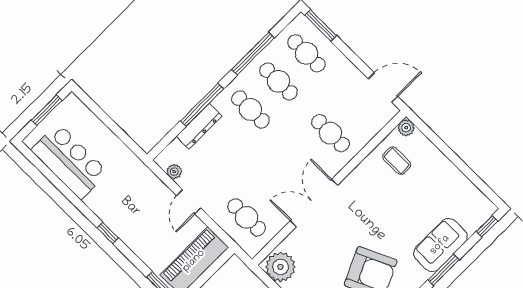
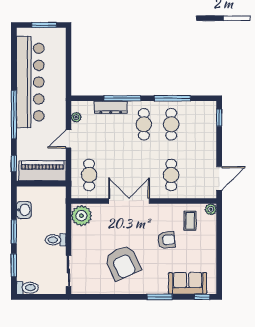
window: (321, 25) -> (219, 118), width x0.67
cafe table: (306, 53) -> (199, 124), removed
door: (383, 88) -> (219, 178), hinge flipped
bar counter: (69, 161) -> (30, 82), width x1.86
armchair: (392, 205) -> (166, 240), added
window: (108, 233) -> (14, 115), width x3.17
sofa: (440, 245) -> (188, 283), moved

